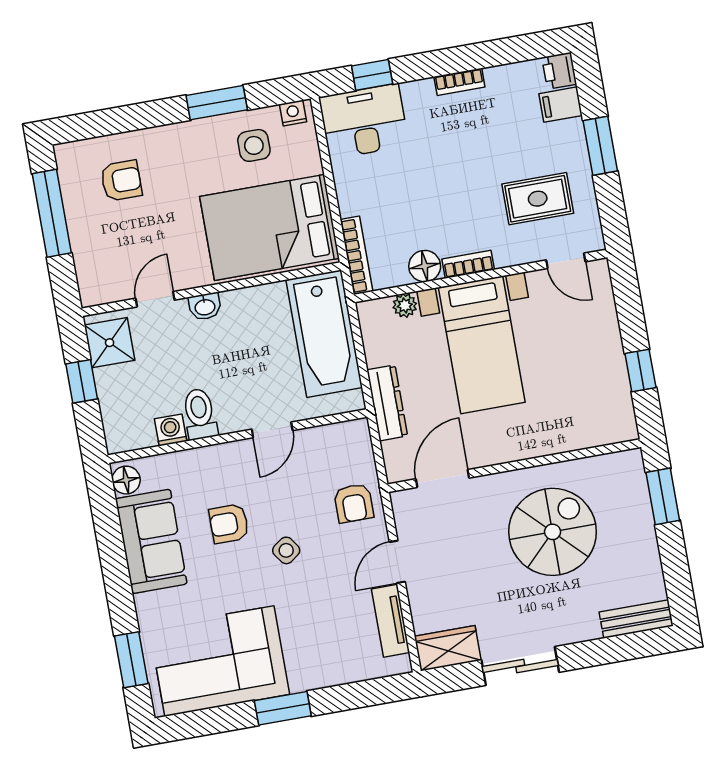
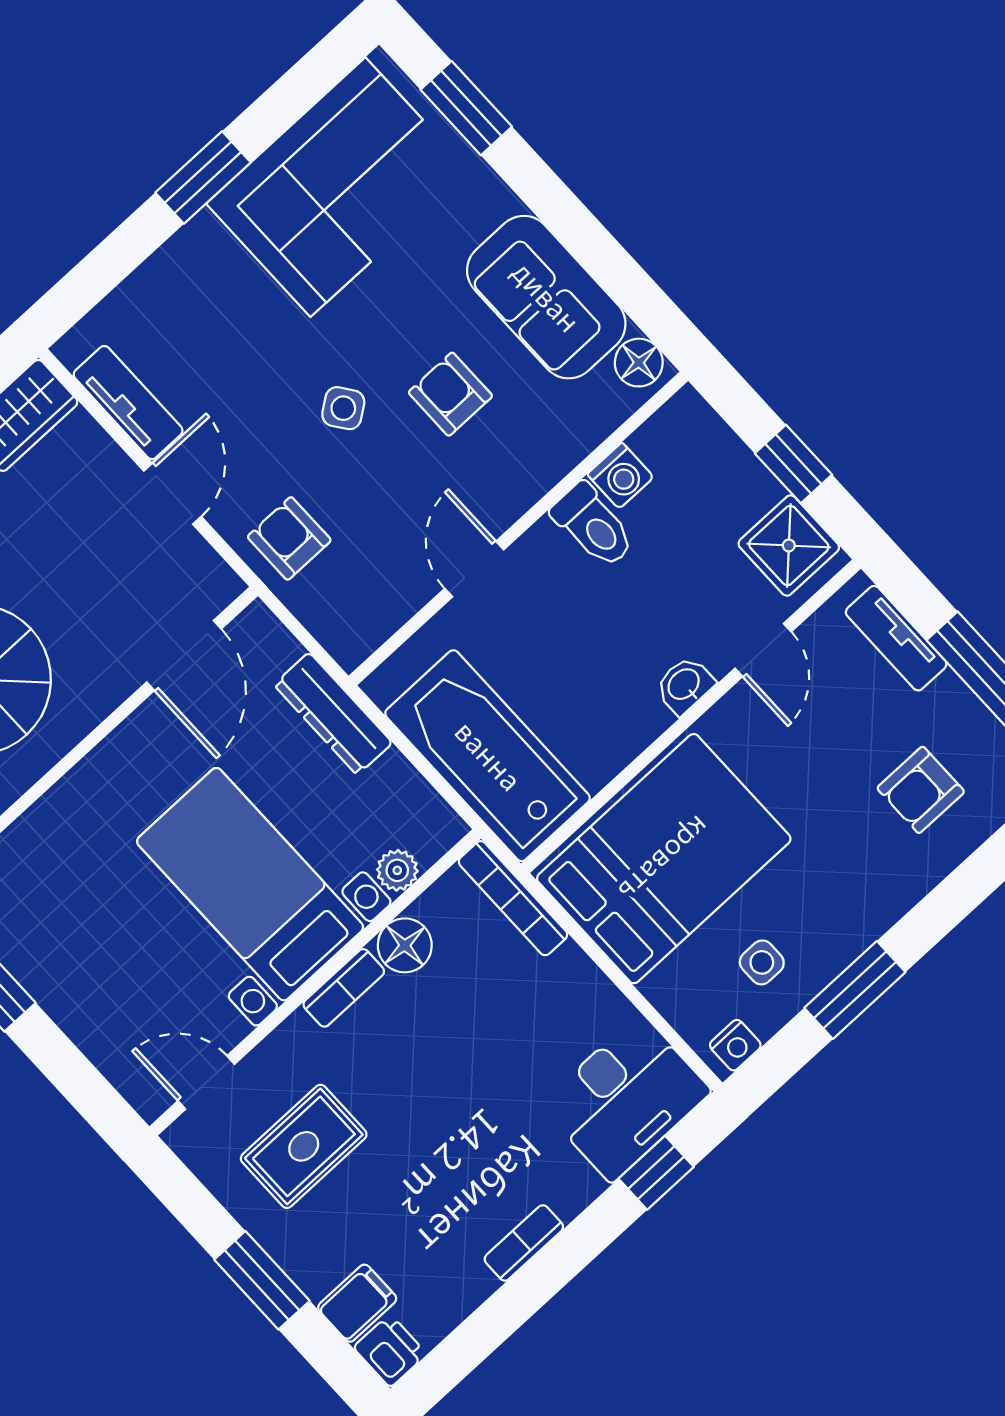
side table: (254, 145) -> (762, 962), width x0.73, depth x0.73
tv unit: (86, 263) -> (896, 638), added
armchair: (229, 524) -> (450, 394), turned -90

